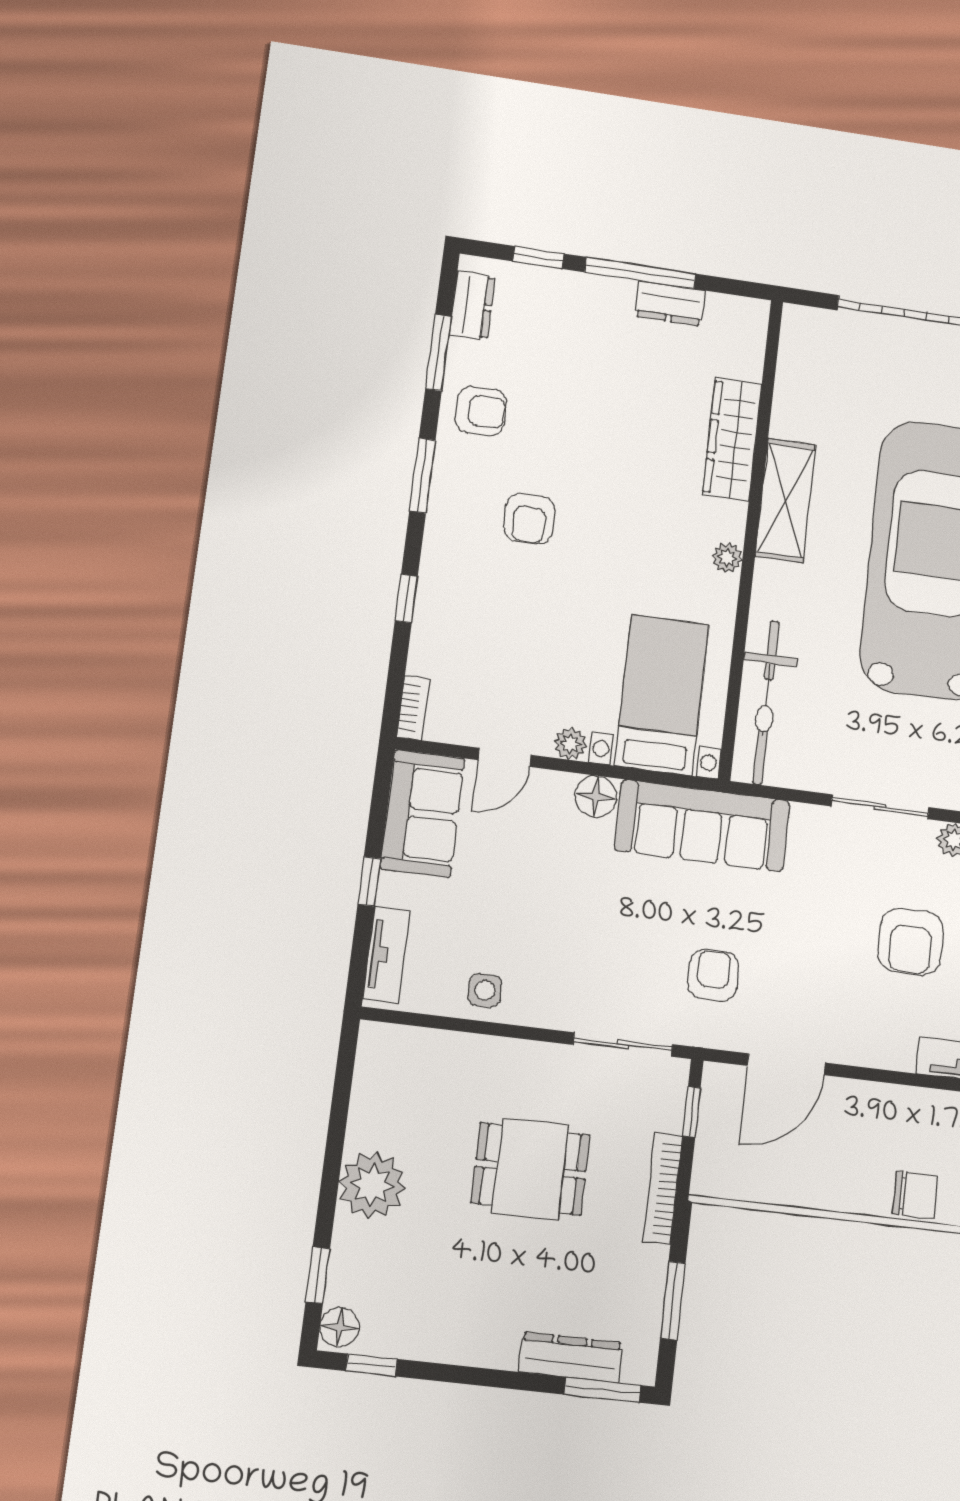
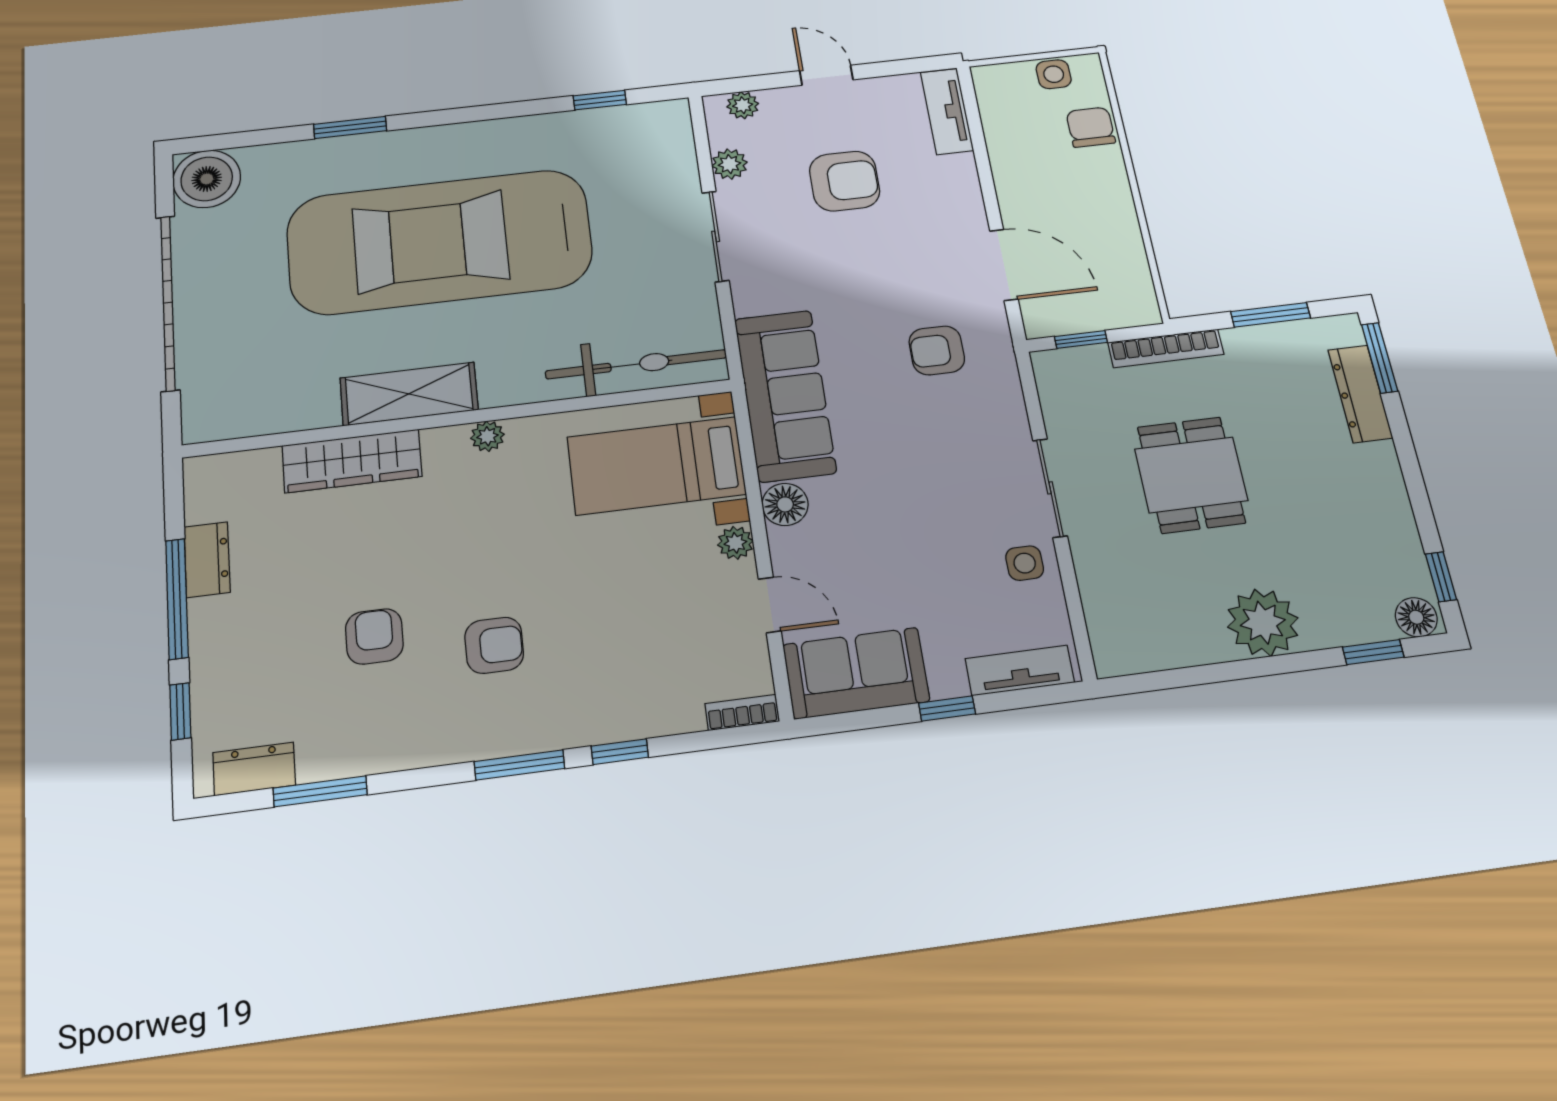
armchair: (481, 411) -> (374, 636), moved
window: (422, 476) -> (519, 765), moved
sliding door: (623, 1045) -> (1050, 488), moved

